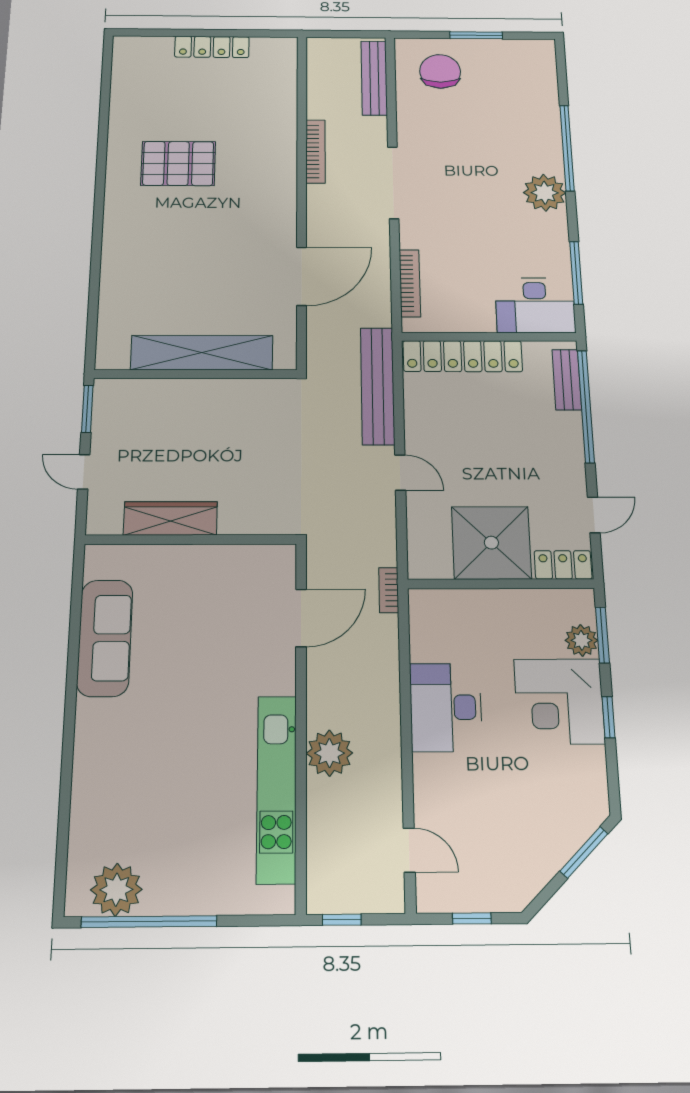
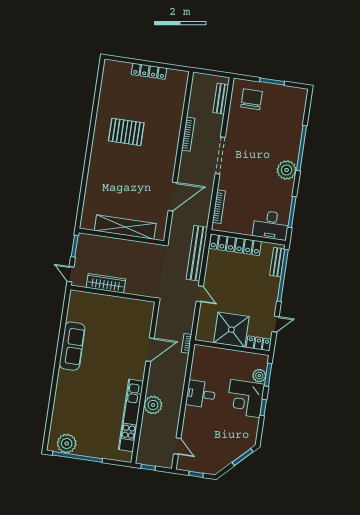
bench: (374, 78) -> (221, 99), width x0.73
wardrobe: (170, 518) -> (106, 283), moved
wall: (191, 540) -> (113, 294), moved
desk: (446, 707) -> (201, 394), width x0.73

